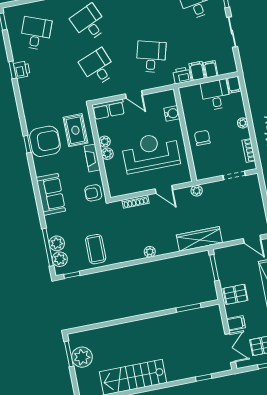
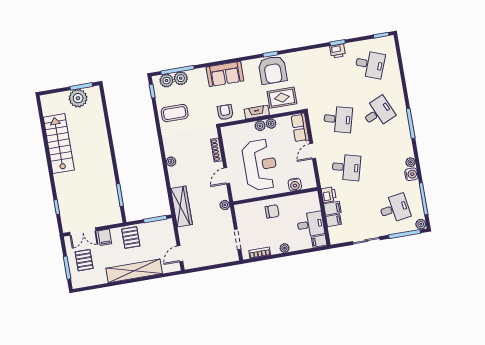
desk: (98, 67) -> (338, 119), turned 36

